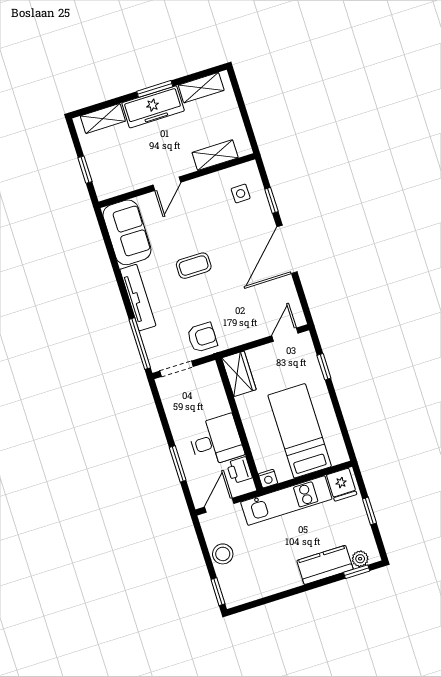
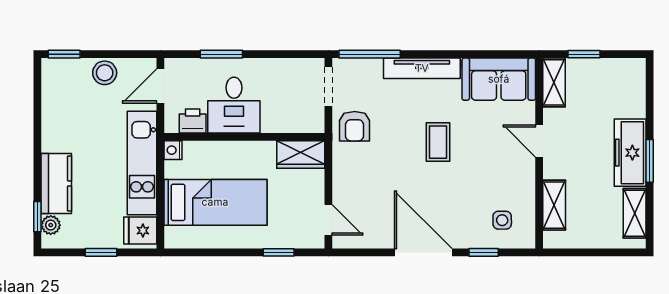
shelving: (103, 119) -> (554, 82), moved
door: (219, 505) -> (160, 86), swing flipped

